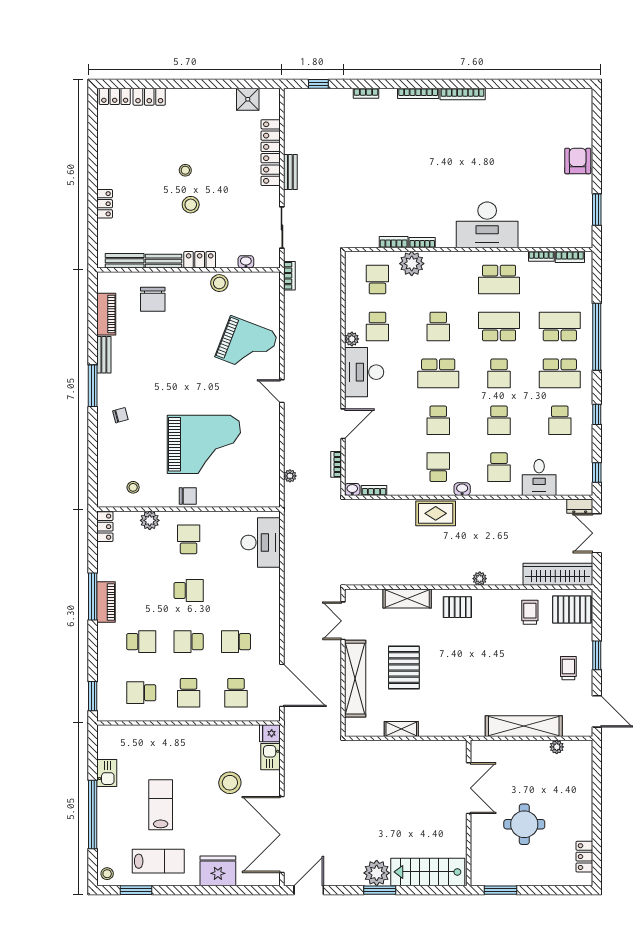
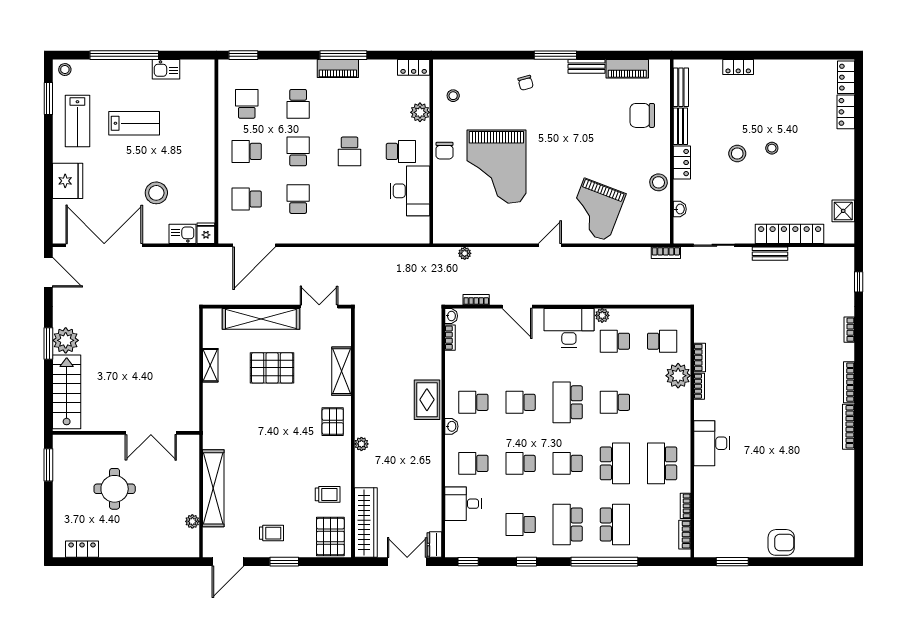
desk: (487, 225) -> (712, 443), width x0.73, depth x0.77
school desk: (438, 467) -> (473, 402), turned 180
desk: (261, 542) -> (410, 191), moved, turned -90

